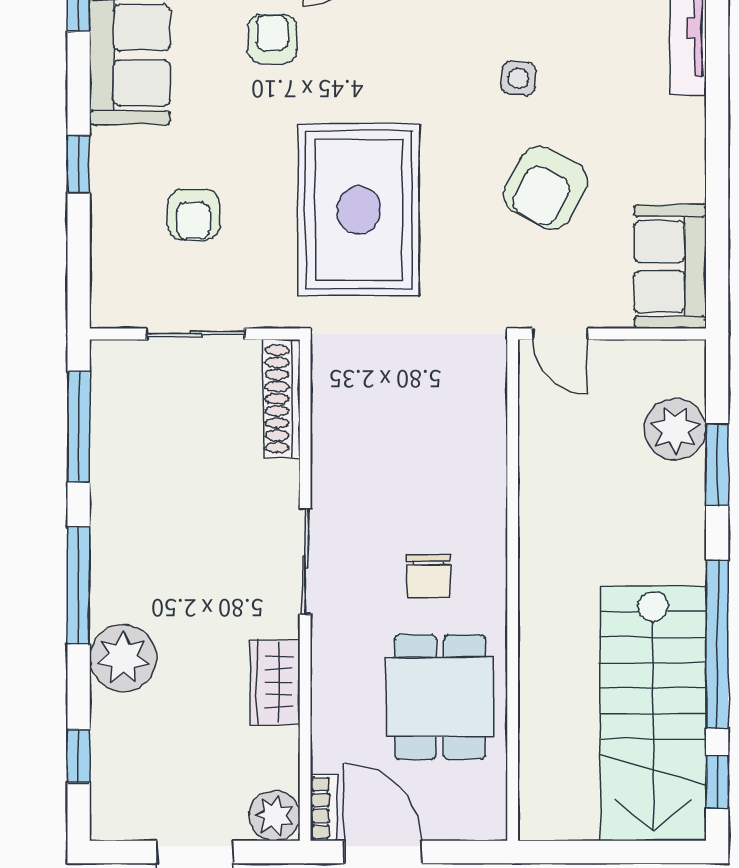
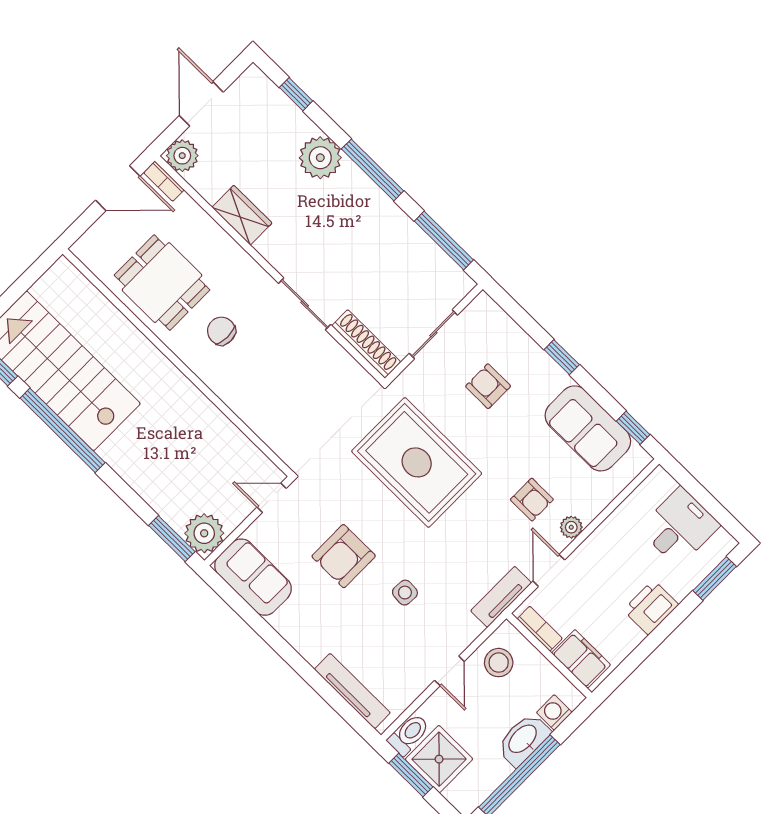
armchair: (546, 188) -> (344, 556), turned -118
plant: (675, 429) -> (204, 533), moved
window: (717, 465) -> (172, 539), moved
sliding door: (305, 562) -> (305, 304), moved

